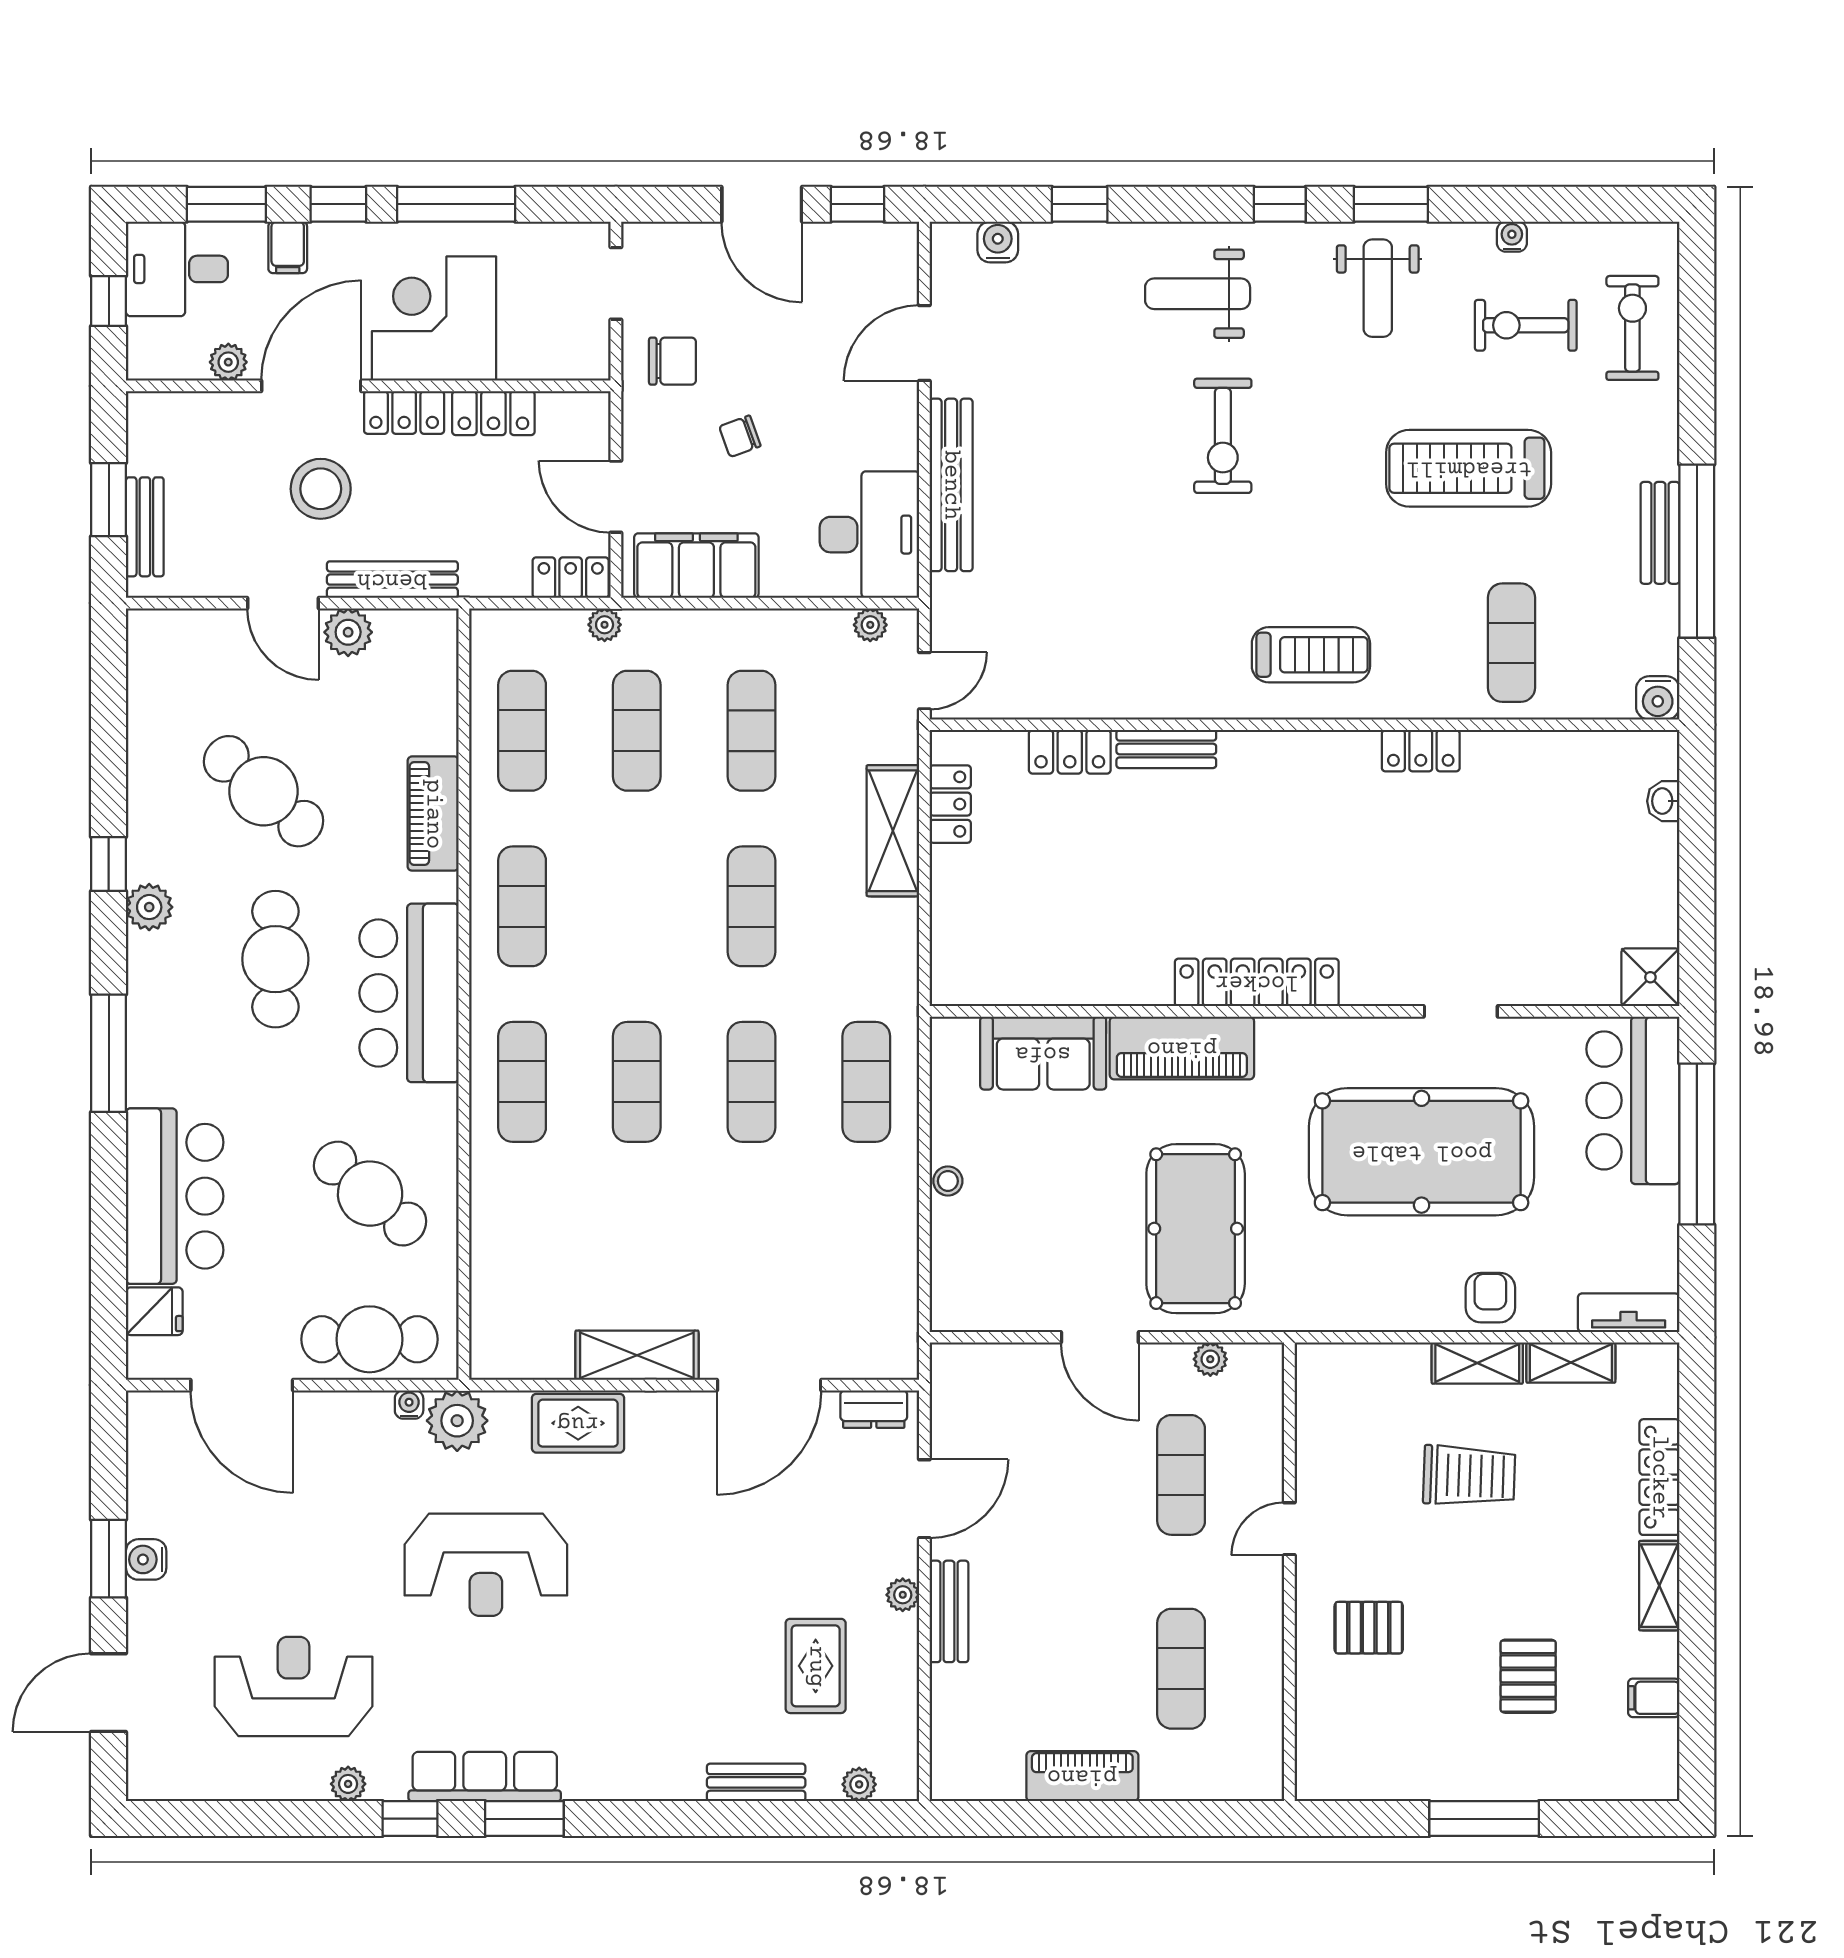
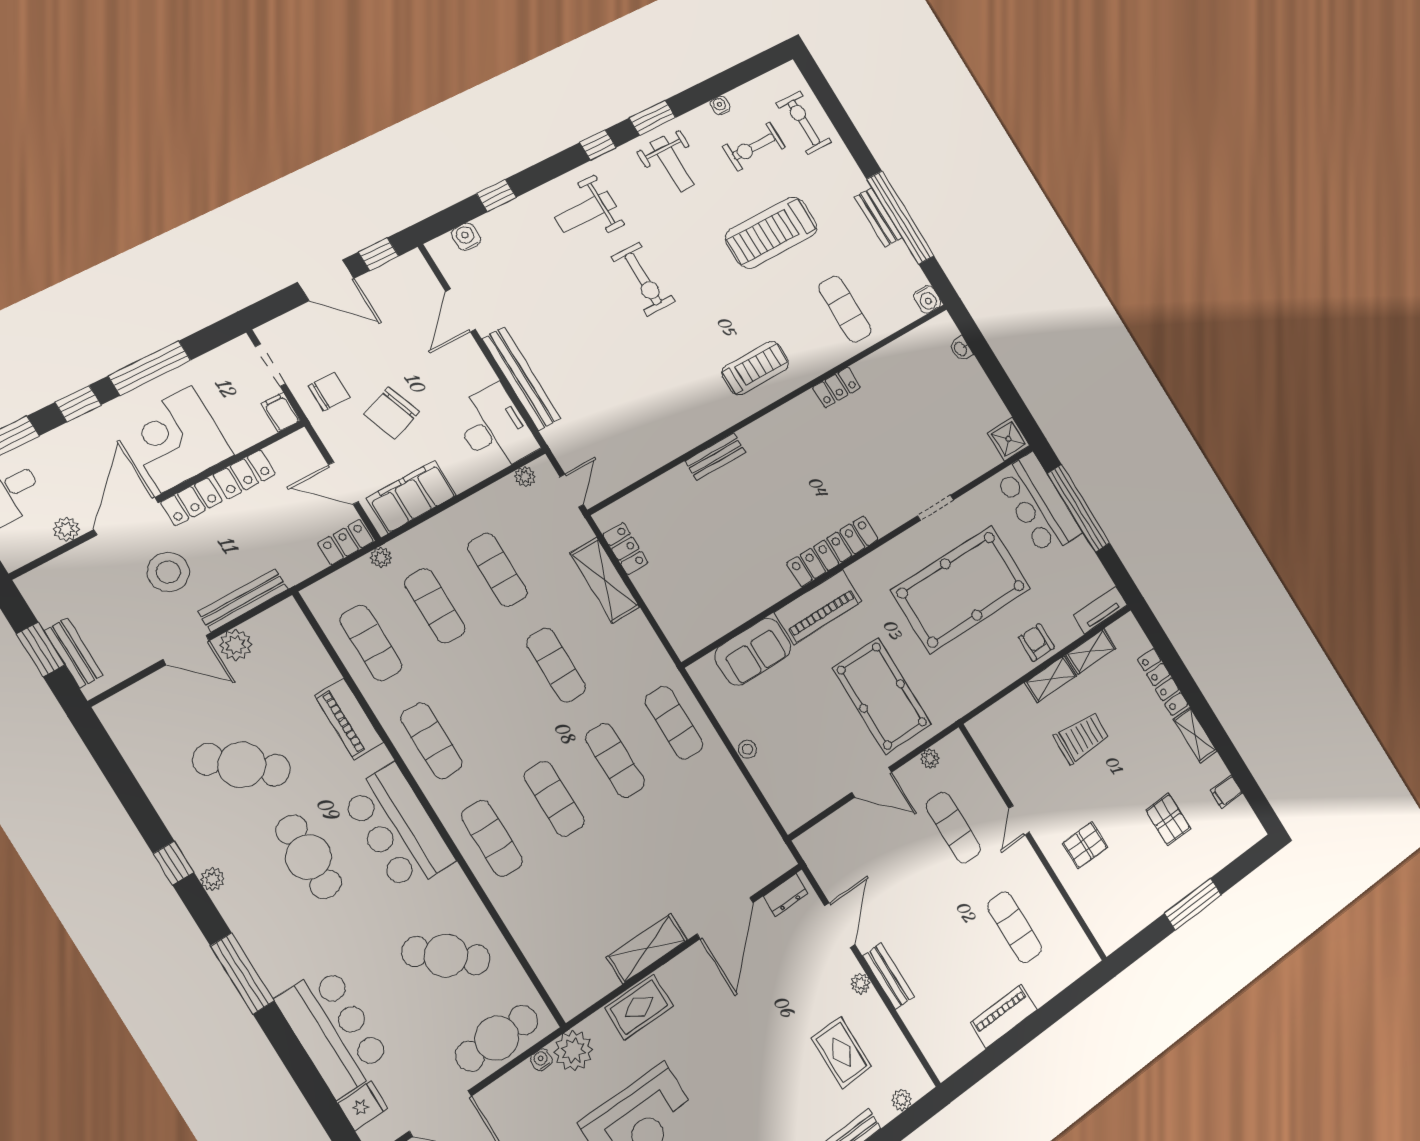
filing cabinet: (288, 247) -> (281, 412), moved, turned 180
chair: (740, 436) -> (392, 413), width x1.87, depth x1.87
locker: (1070, 752) -> (669, 486), removed
plant: (149, 907) -> (212, 879), width x0.73, depth x0.73

